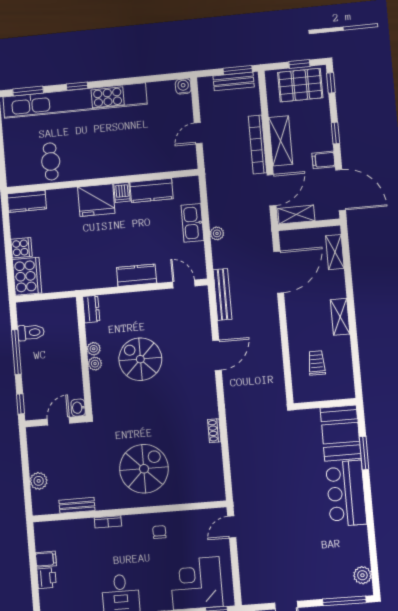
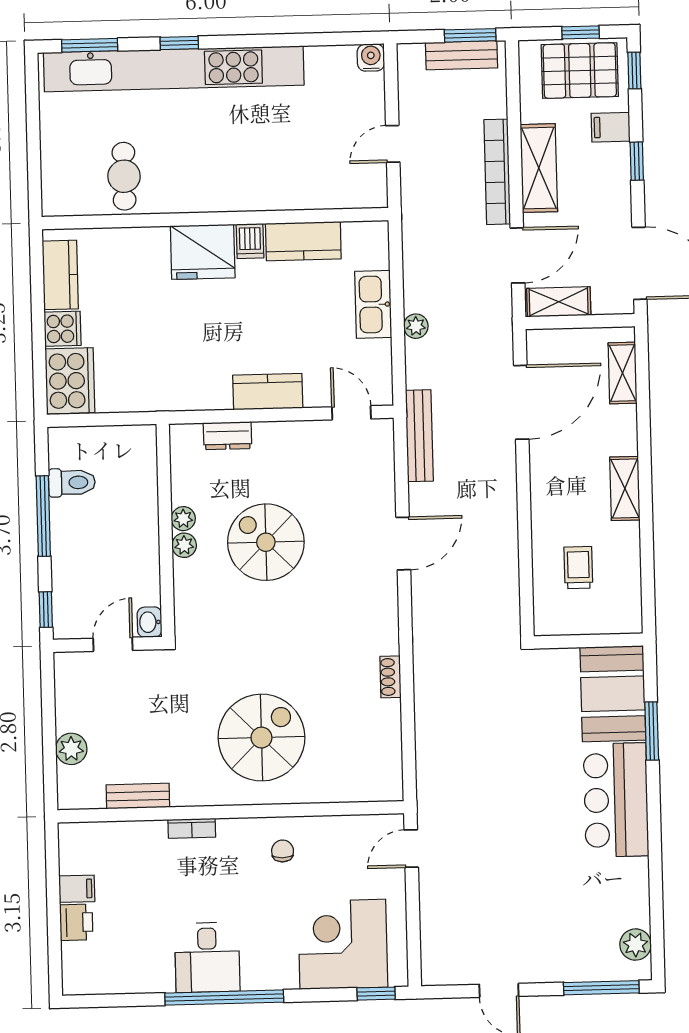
filing cabinet: (323, 160) -> (611, 127), moved
kitchen counter: (27, 201) -> (60, 275), moved, turned -90
dresser: (91, 309) -> (228, 436), moved, turned 90

